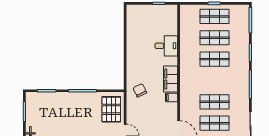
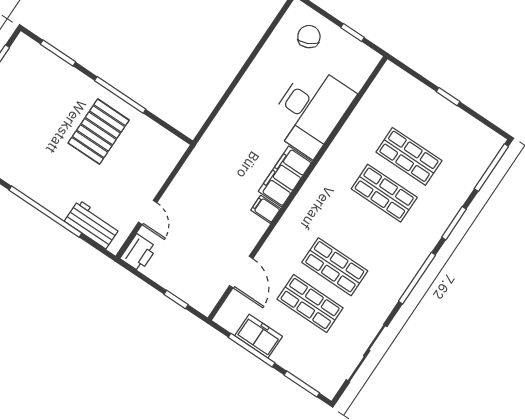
shop shelf: (215, 16) -> (434, 120), removed
desk: (166, 46) -> (311, 110), width x1.87, depth x1.30
chair: (140, 90) -> (309, 37), moved
pallet: (111, 109) -> (99, 132), moved

